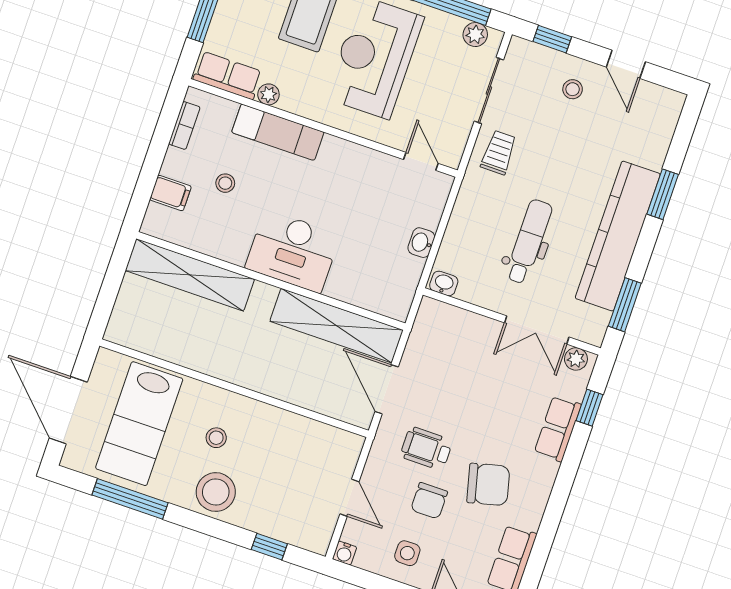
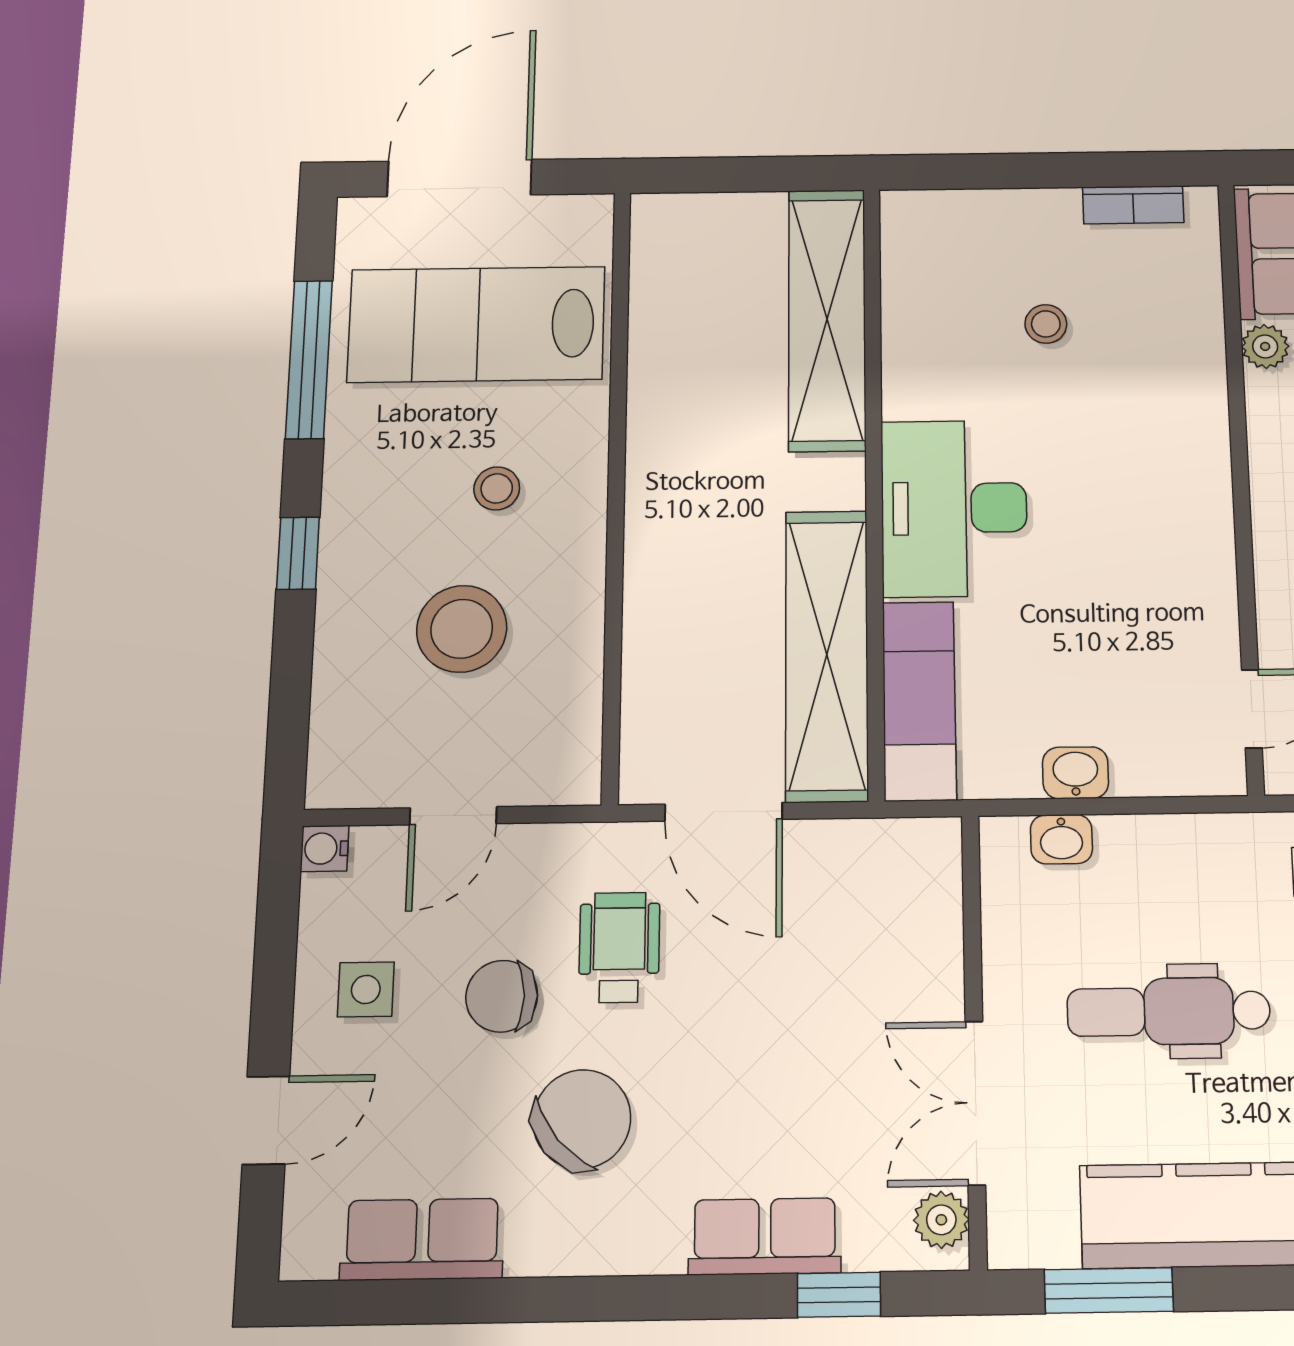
exam couch: (278, 132) -> (919, 701), moved, turned 180
filing cabinet: (170, 193) -> (983, 224), removed
dental chair: (529, 242) -> (1169, 1011), turned 180
washbasin: (444, 283) -> (1061, 839), moved, turned 90
door: (387, 389) -> (724, 812), swing flipped
chair: (488, 484) -> (582, 1119), turned -117
stool: (216, 492) -> (462, 629), moved
window: (269, 547) -> (298, 553), moved

